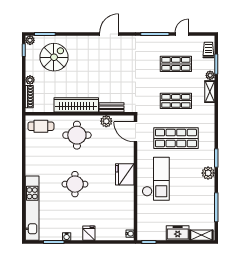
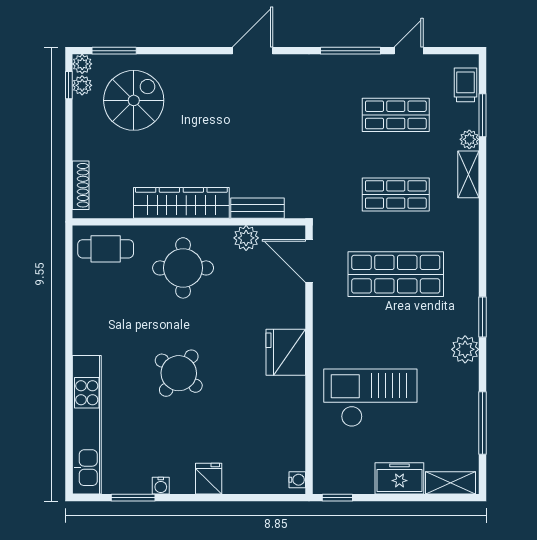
plant: (30, 80) -> (82, 85), moved
checkout: (156, 179) -> (370, 398), moved, turned -90
round table: (75, 184) -> (179, 373), turned 37

